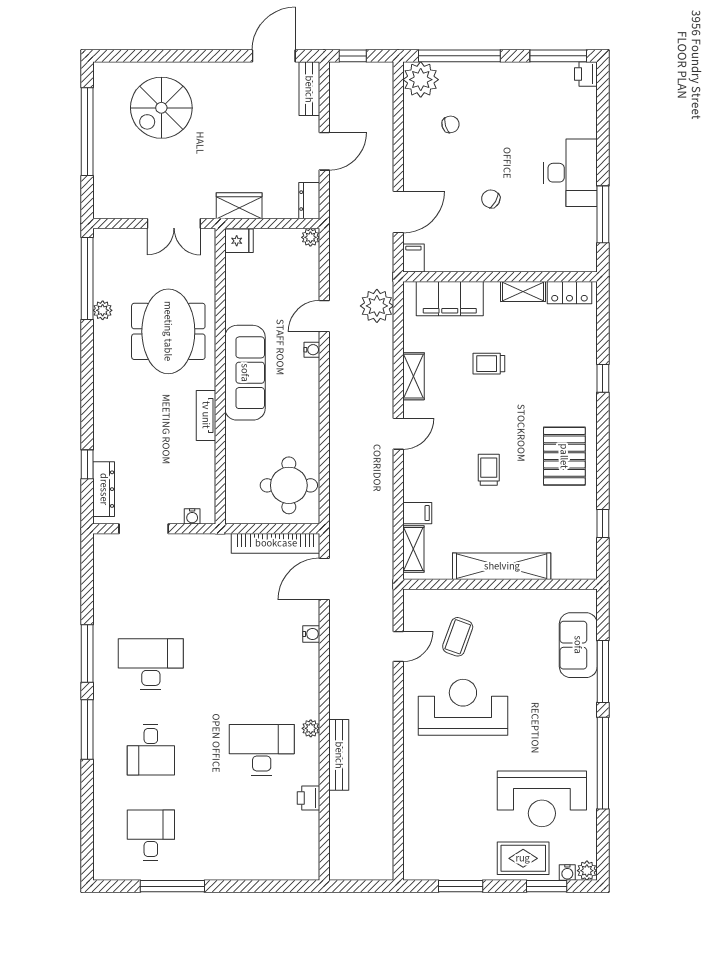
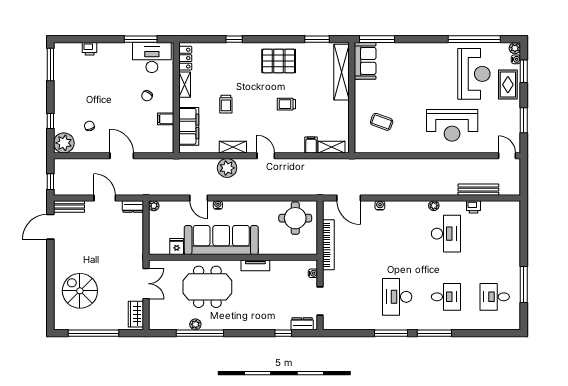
door: (274, 56) -> (50, 227), hinge flipped
window: (459, 56) -> (50, 121), width x0.32
printer: (586, 74) -> (90, 49), moved
spiral stairs: (161, 108) -> (80, 291), turned 180
desk: (570, 173) -> (152, 58), moved
chair: (491, 199) -> (147, 96), moved
wardrobe: (239, 206) -> (136, 314), moved
door: (398, 212) -> (122, 156), moved
fridge: (239, 241) -> (177, 247), moved
filing cabinet: (413, 258) -> (166, 119), moved
window: (87, 279) -> (200, 333), moved
plant: (377, 306) -> (227, 168), moved
sofa: (245, 373) -> (221, 240), width x1.36, depth x1.27
dresser: (104, 489) -> (302, 324), width x0.70
window: (603, 523) -> (317, 39), width x1.50
bookcase: (276, 543) -> (328, 245), moved
shelving: (502, 566) -> (341, 72), moved
sofa: (578, 645) -> (365, 61), moved, turned -90
door: (398, 646) -> (507, 156), moved
window: (603, 672) -> (377, 39), moved
reception desk: (463, 707) -> (452, 125), moved, turned -90
desk: (262, 750) -> (446, 234), turned 180
bench: (339, 755) -> (478, 190), moved
window: (603, 763) -> (474, 39), moved

